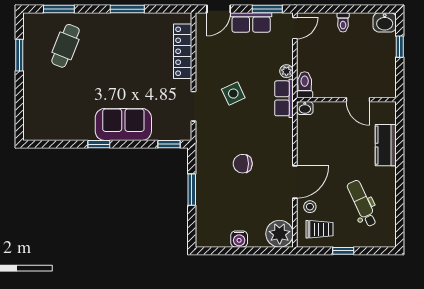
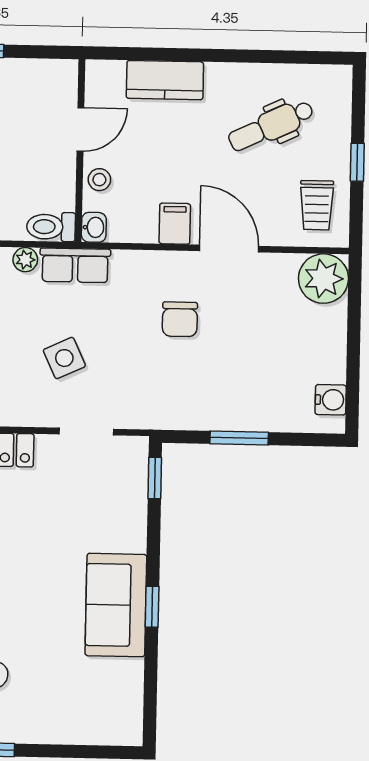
sofa: (123, 124) -> (116, 605), moved
filing cabinet: (308, 152) -> (175, 224), added
chair: (243, 164) -> (180, 319), moved
stool: (310, 207) -> (99, 180), moved
trolley: (319, 229) -> (317, 205), turned 180
water cooler: (239, 239) -> (331, 400), moved

